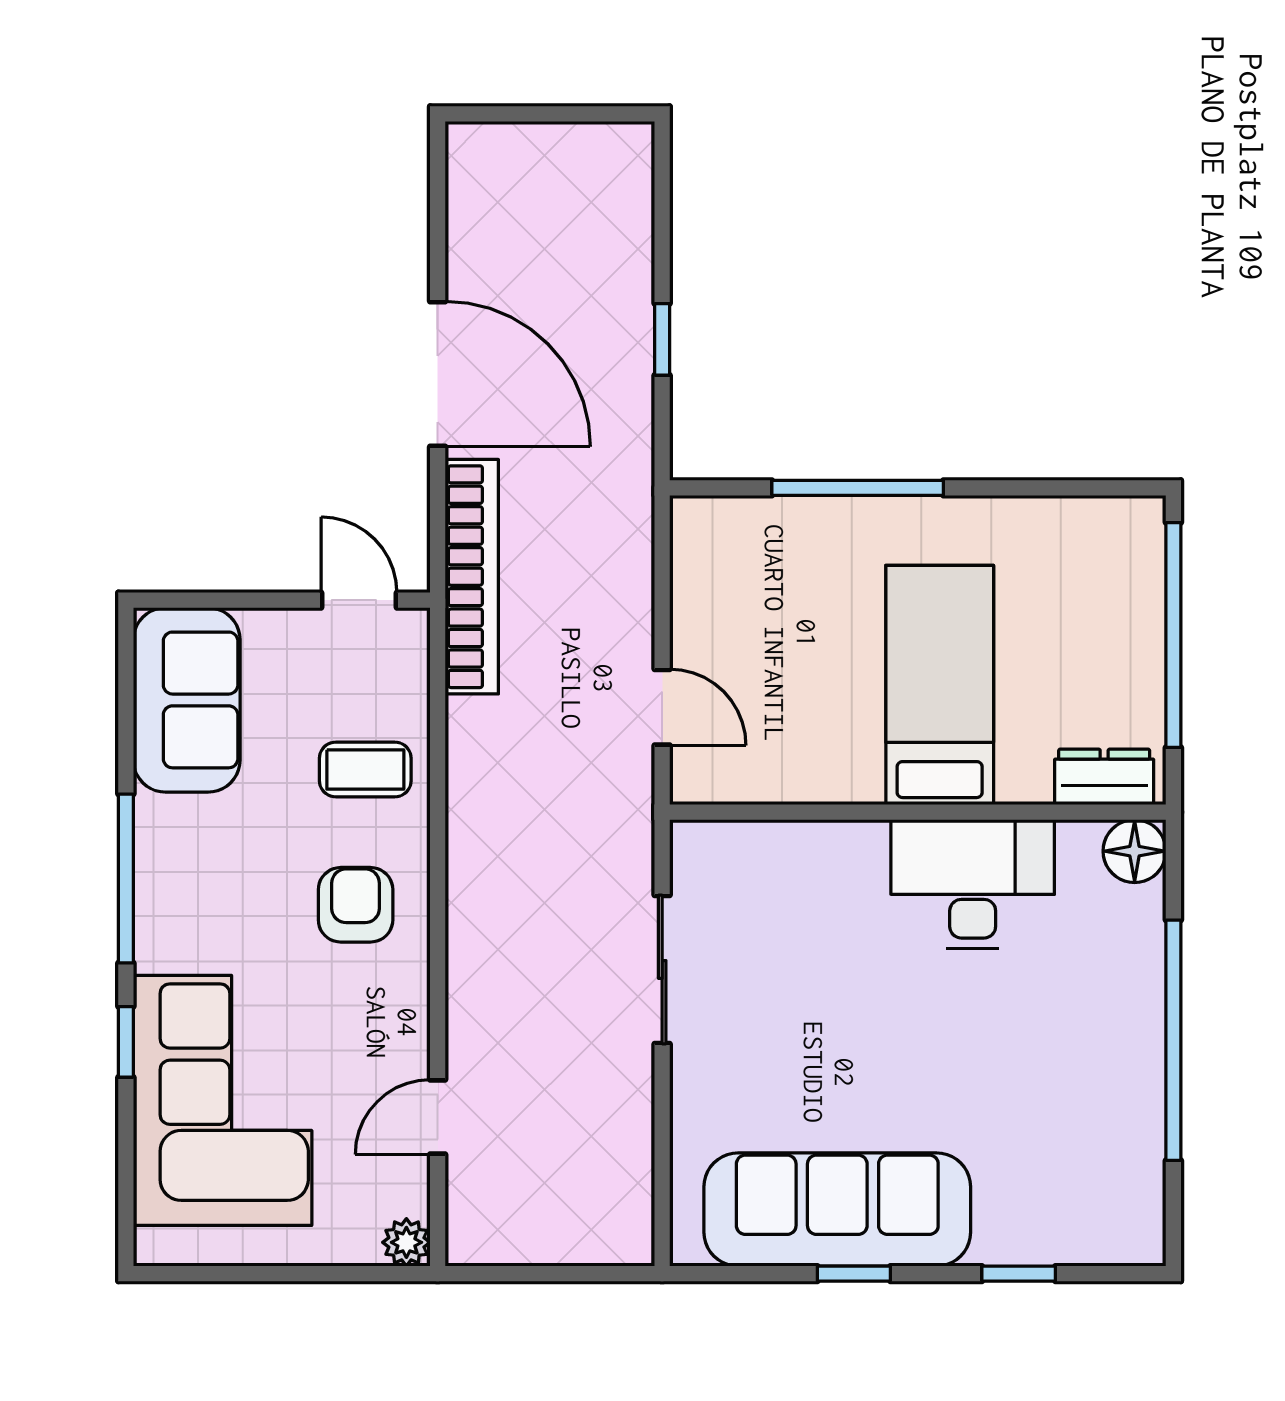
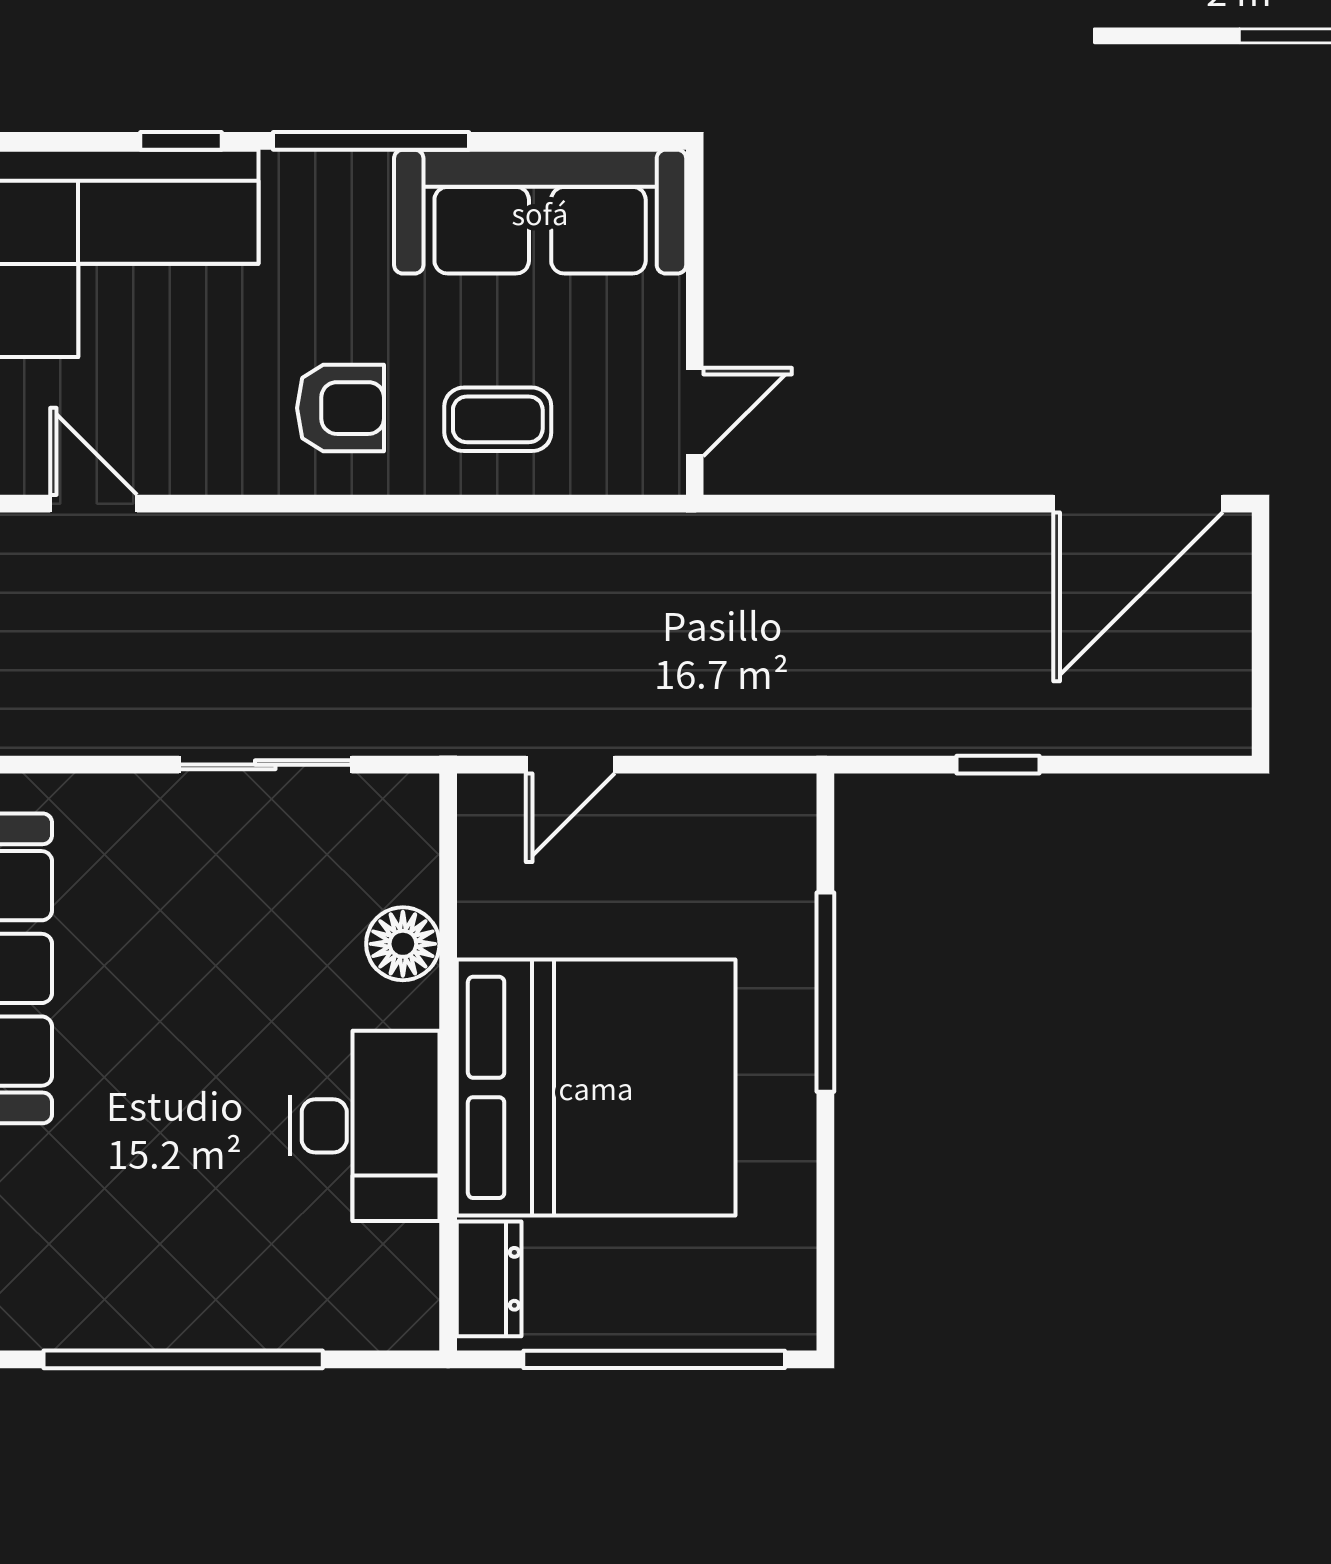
door: (438, 374) -> (1138, 504), moved
bookcase: (472, 577) -> (722, 543), removed
bed: (940, 685) -> (596, 1087), width x2.04
sofa: (187, 700) -> (540, 212), width x1.36
coffee table: (365, 769) -> (498, 419), turned 90
floor lamp: (1135, 851) -> (403, 944), moved

